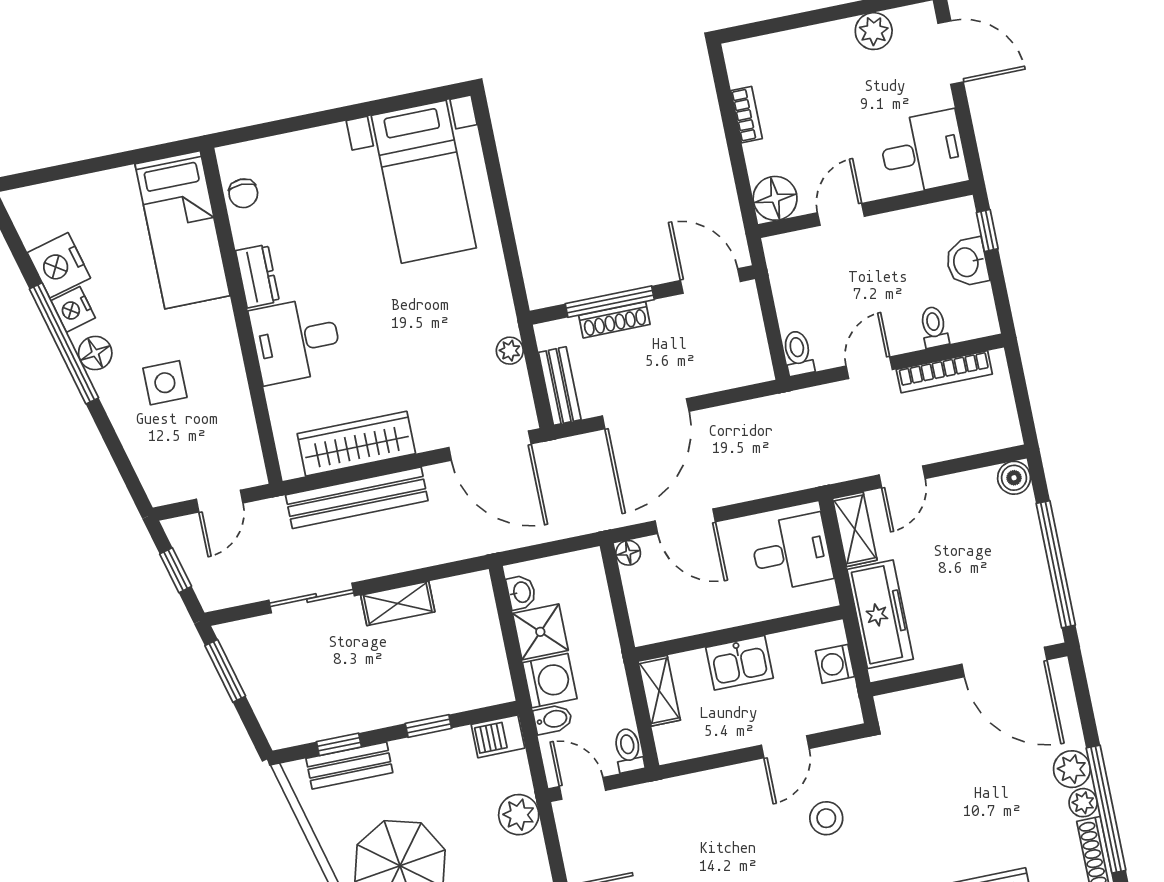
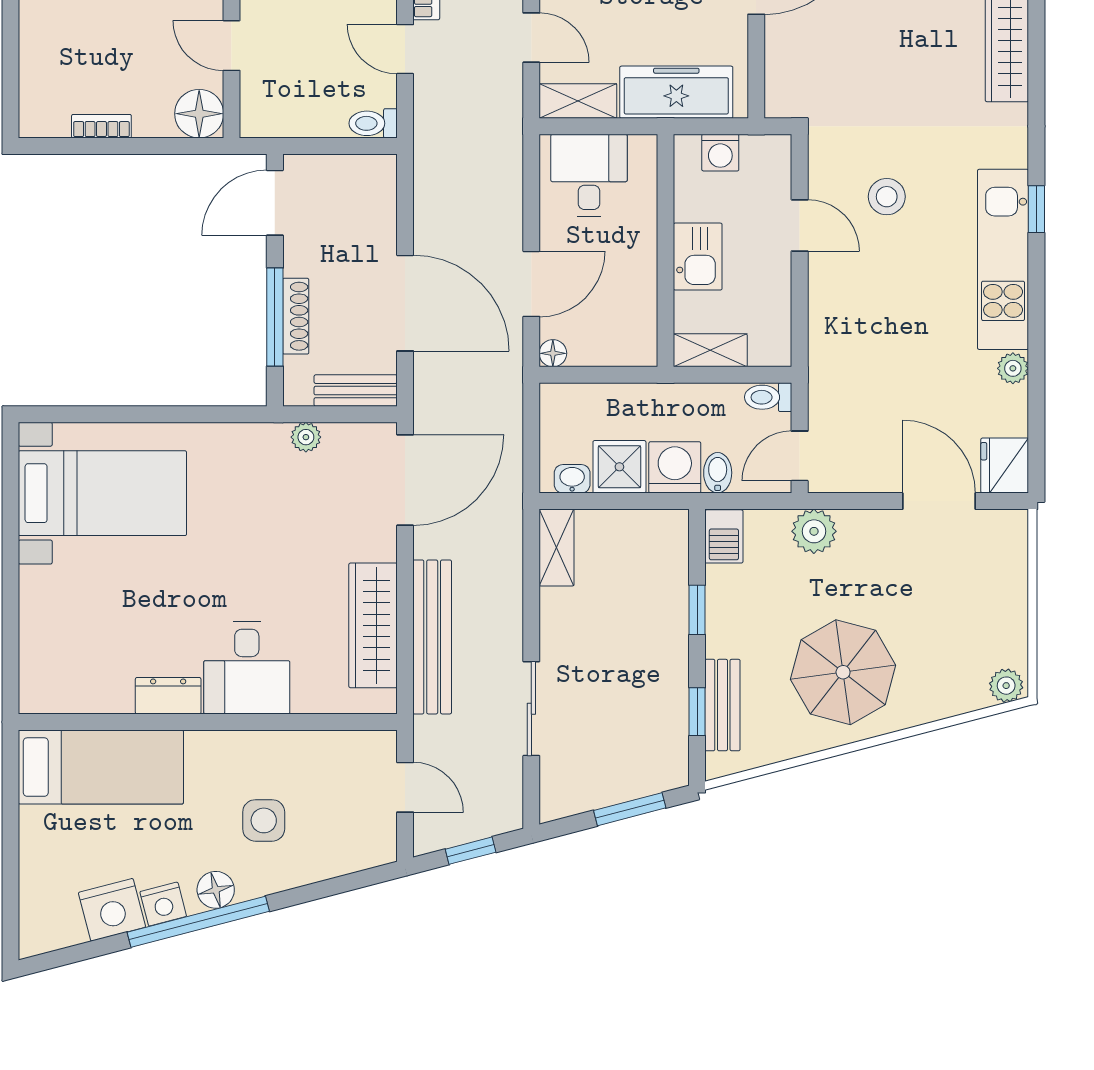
chair: (243, 193) -> (75, 693), removed
shelving: (398, 603) -> (557, 548), moved
window: (225, 671) -> (630, 809), moved

